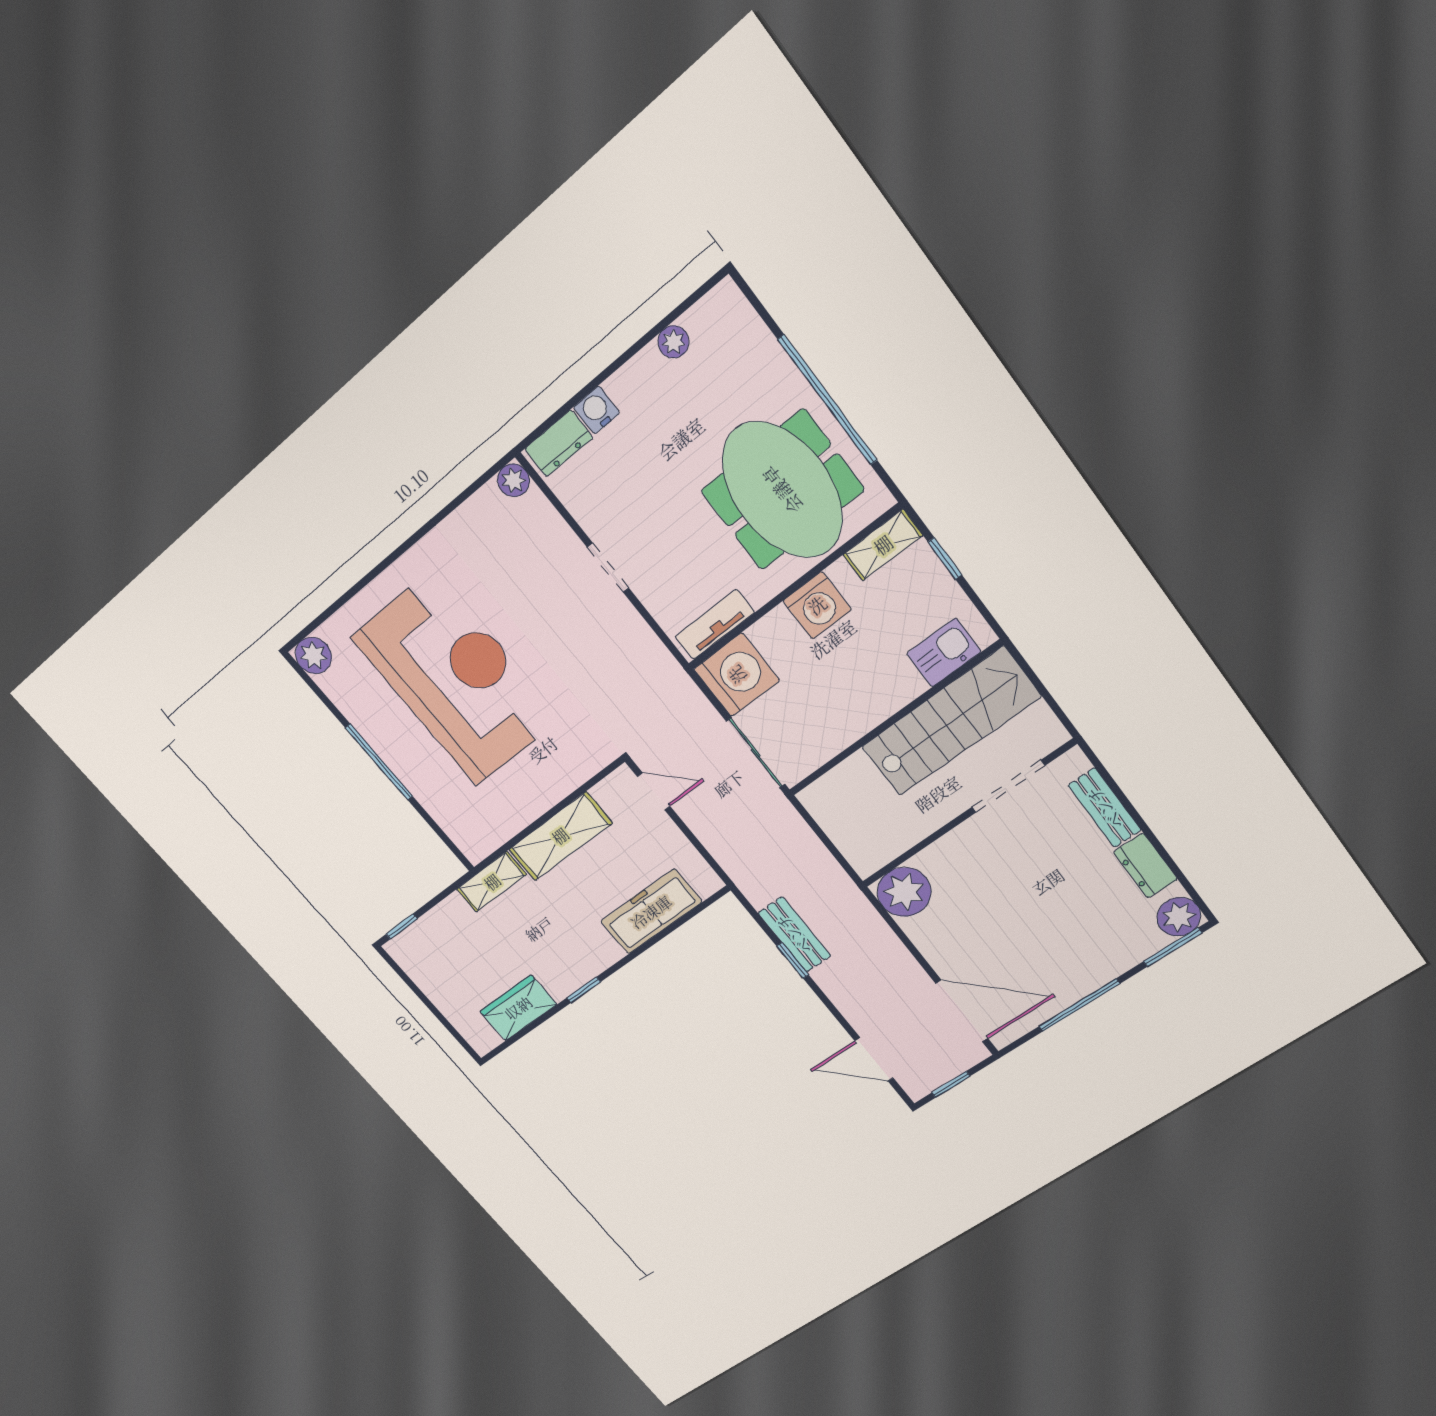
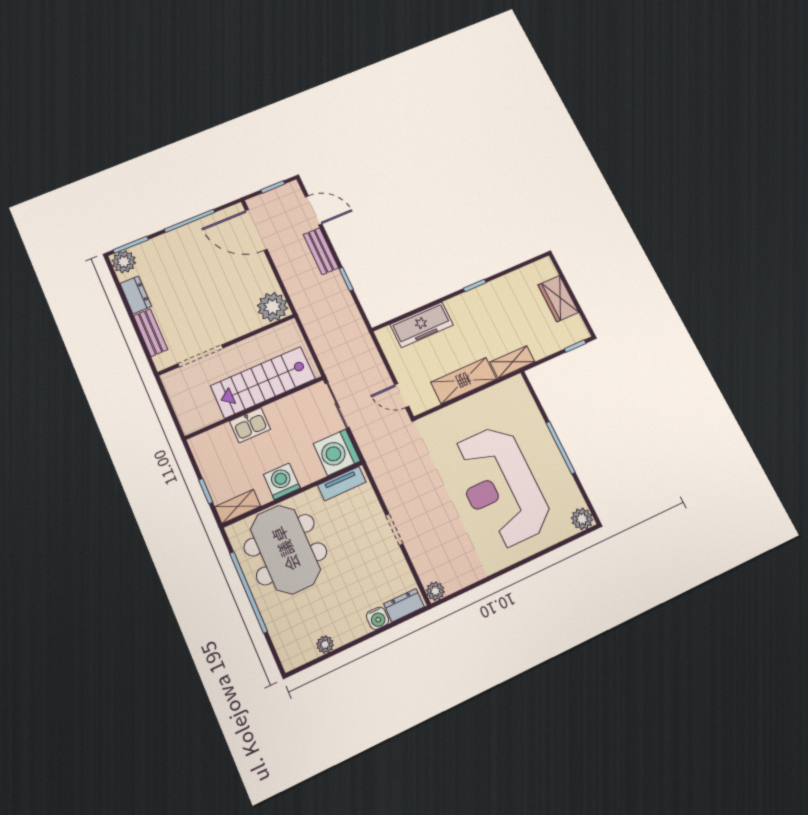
kitchen sink: (944, 653) -> (250, 425), moved
stairs: (951, 722) -> (263, 382), moved
bench: (794, 934) -> (321, 251), moved
wardrobe: (518, 1008) -> (558, 299), moved, turned 90

